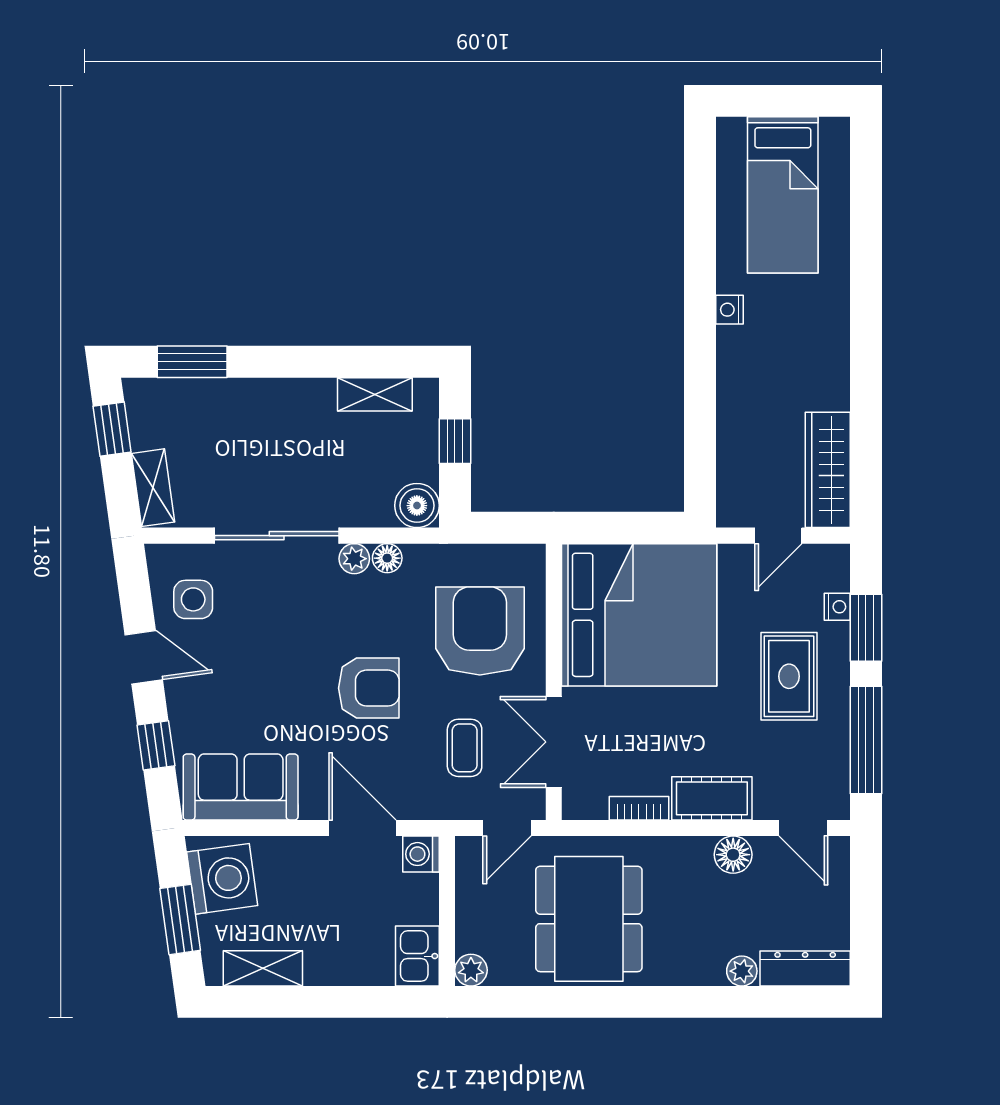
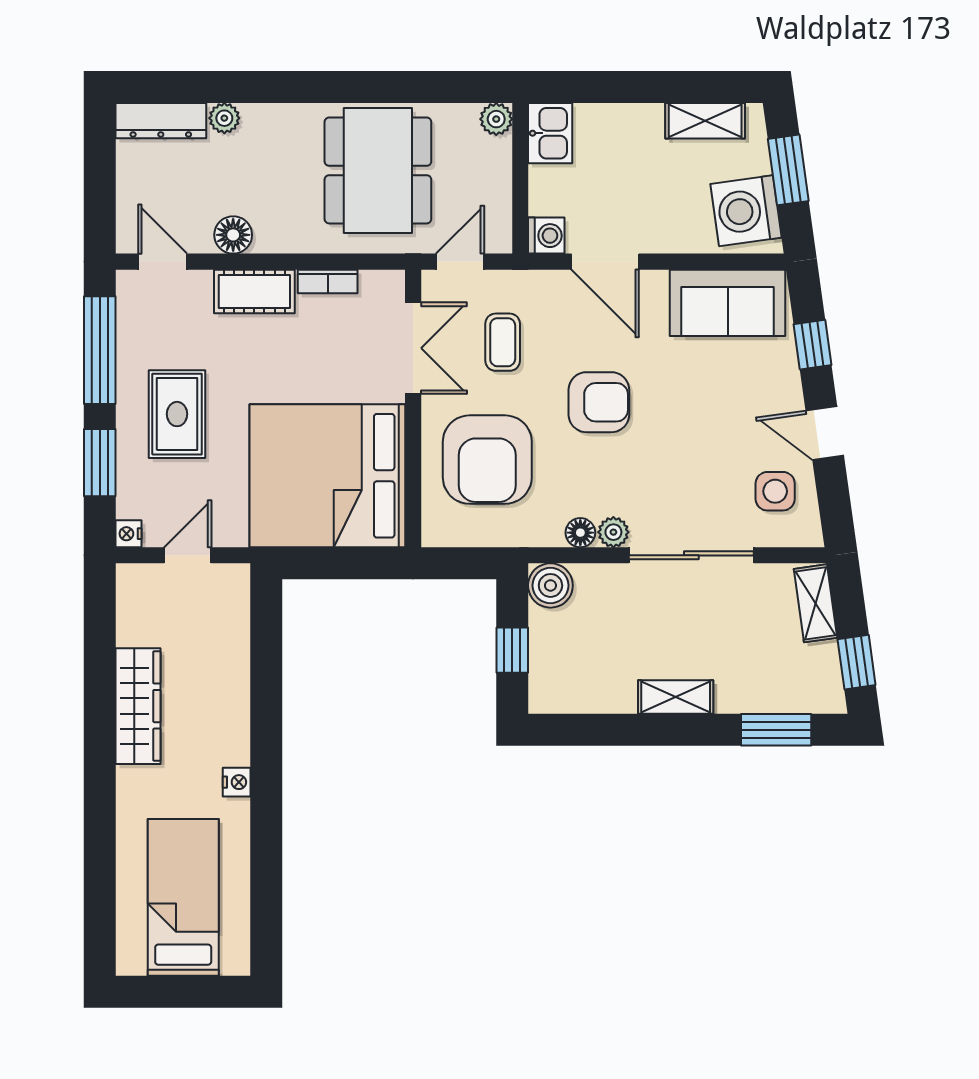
shelving: (375, 394) -> (676, 697), moved
wardrobe: (828, 470) -> (138, 706), moved
nightstand: (837, 607) -> (128, 534), moved
armchair: (369, 688) -> (599, 402), turned 180

